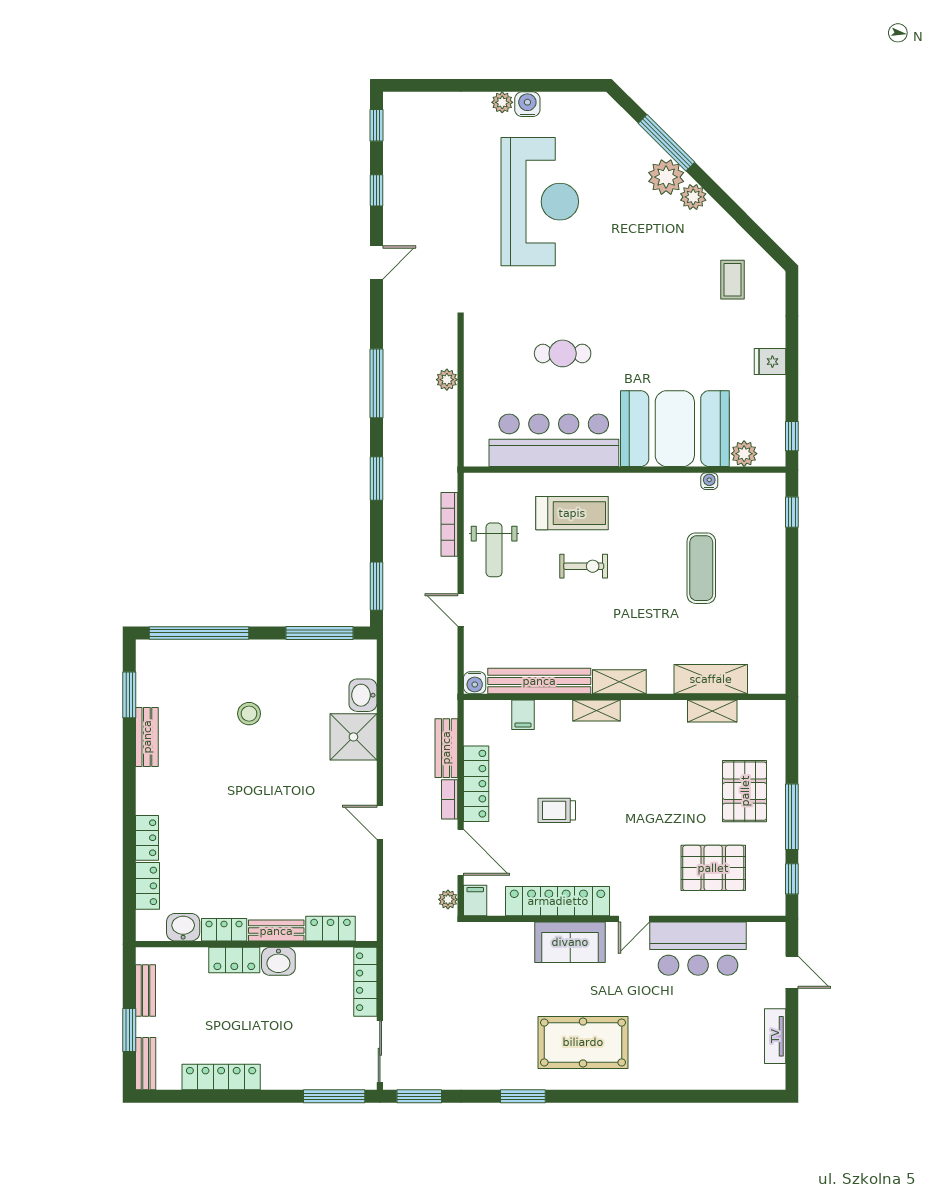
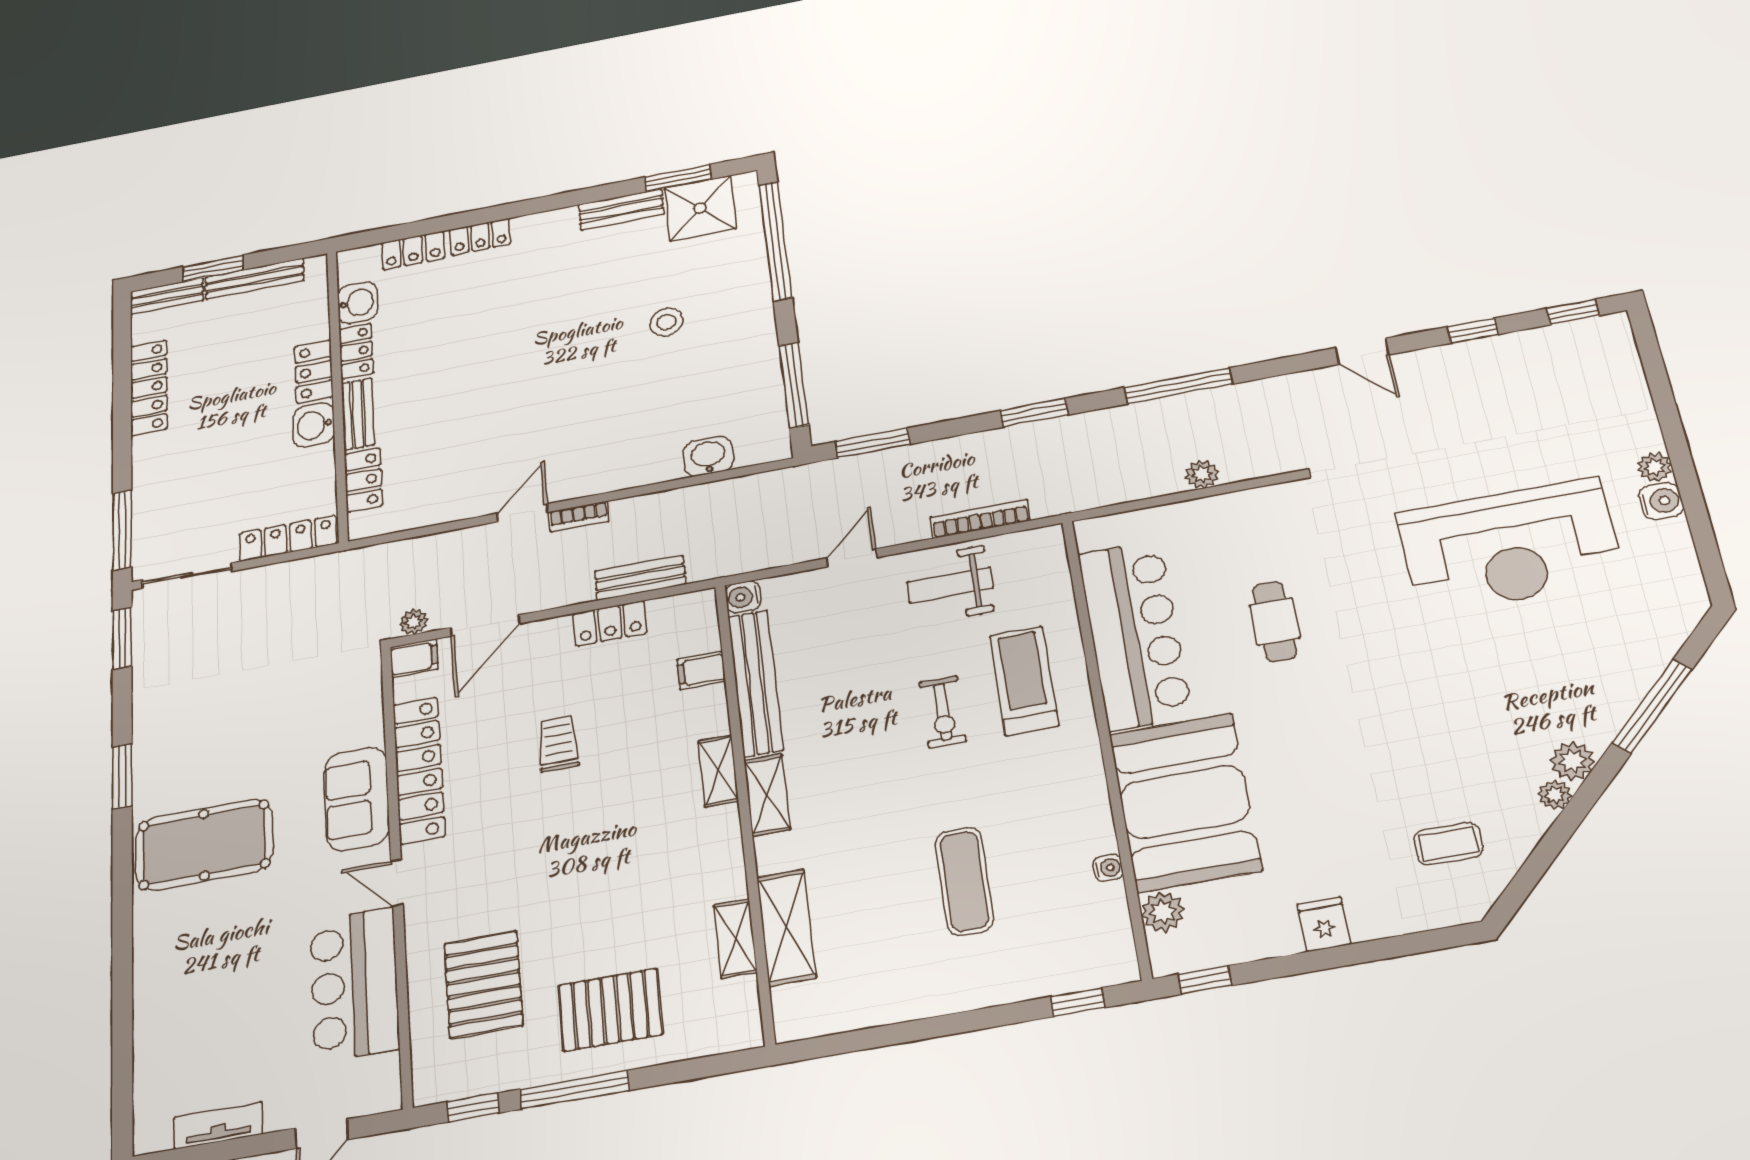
plant: (666, 177) -> (1555, 795), moved, width x0.53, depth x0.53
treadmill: (572, 513) -> (1024, 681), turned 180
exercise mat: (701, 568) -> (964, 881), turned 90
shower: (353, 737) -> (700, 208), moved
locker: (476, 784) -> (610, 623), width x0.66
bookcase: (450, 799) -> (579, 516), moved, turned 180
bench: (145, 991) -> (255, 279), width x1.36
pool table: (583, 1042) -> (204, 845), turned 90

